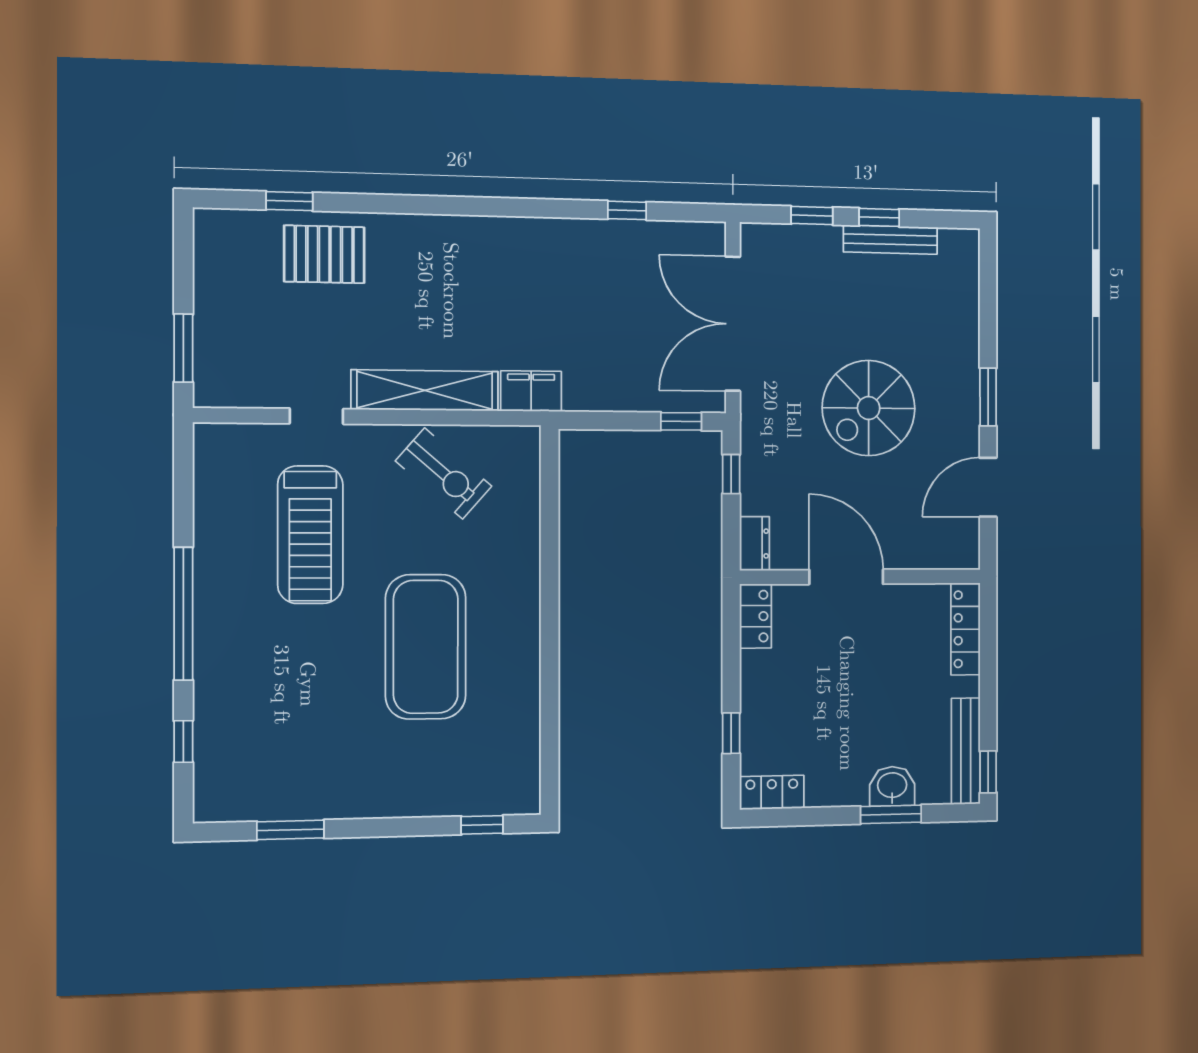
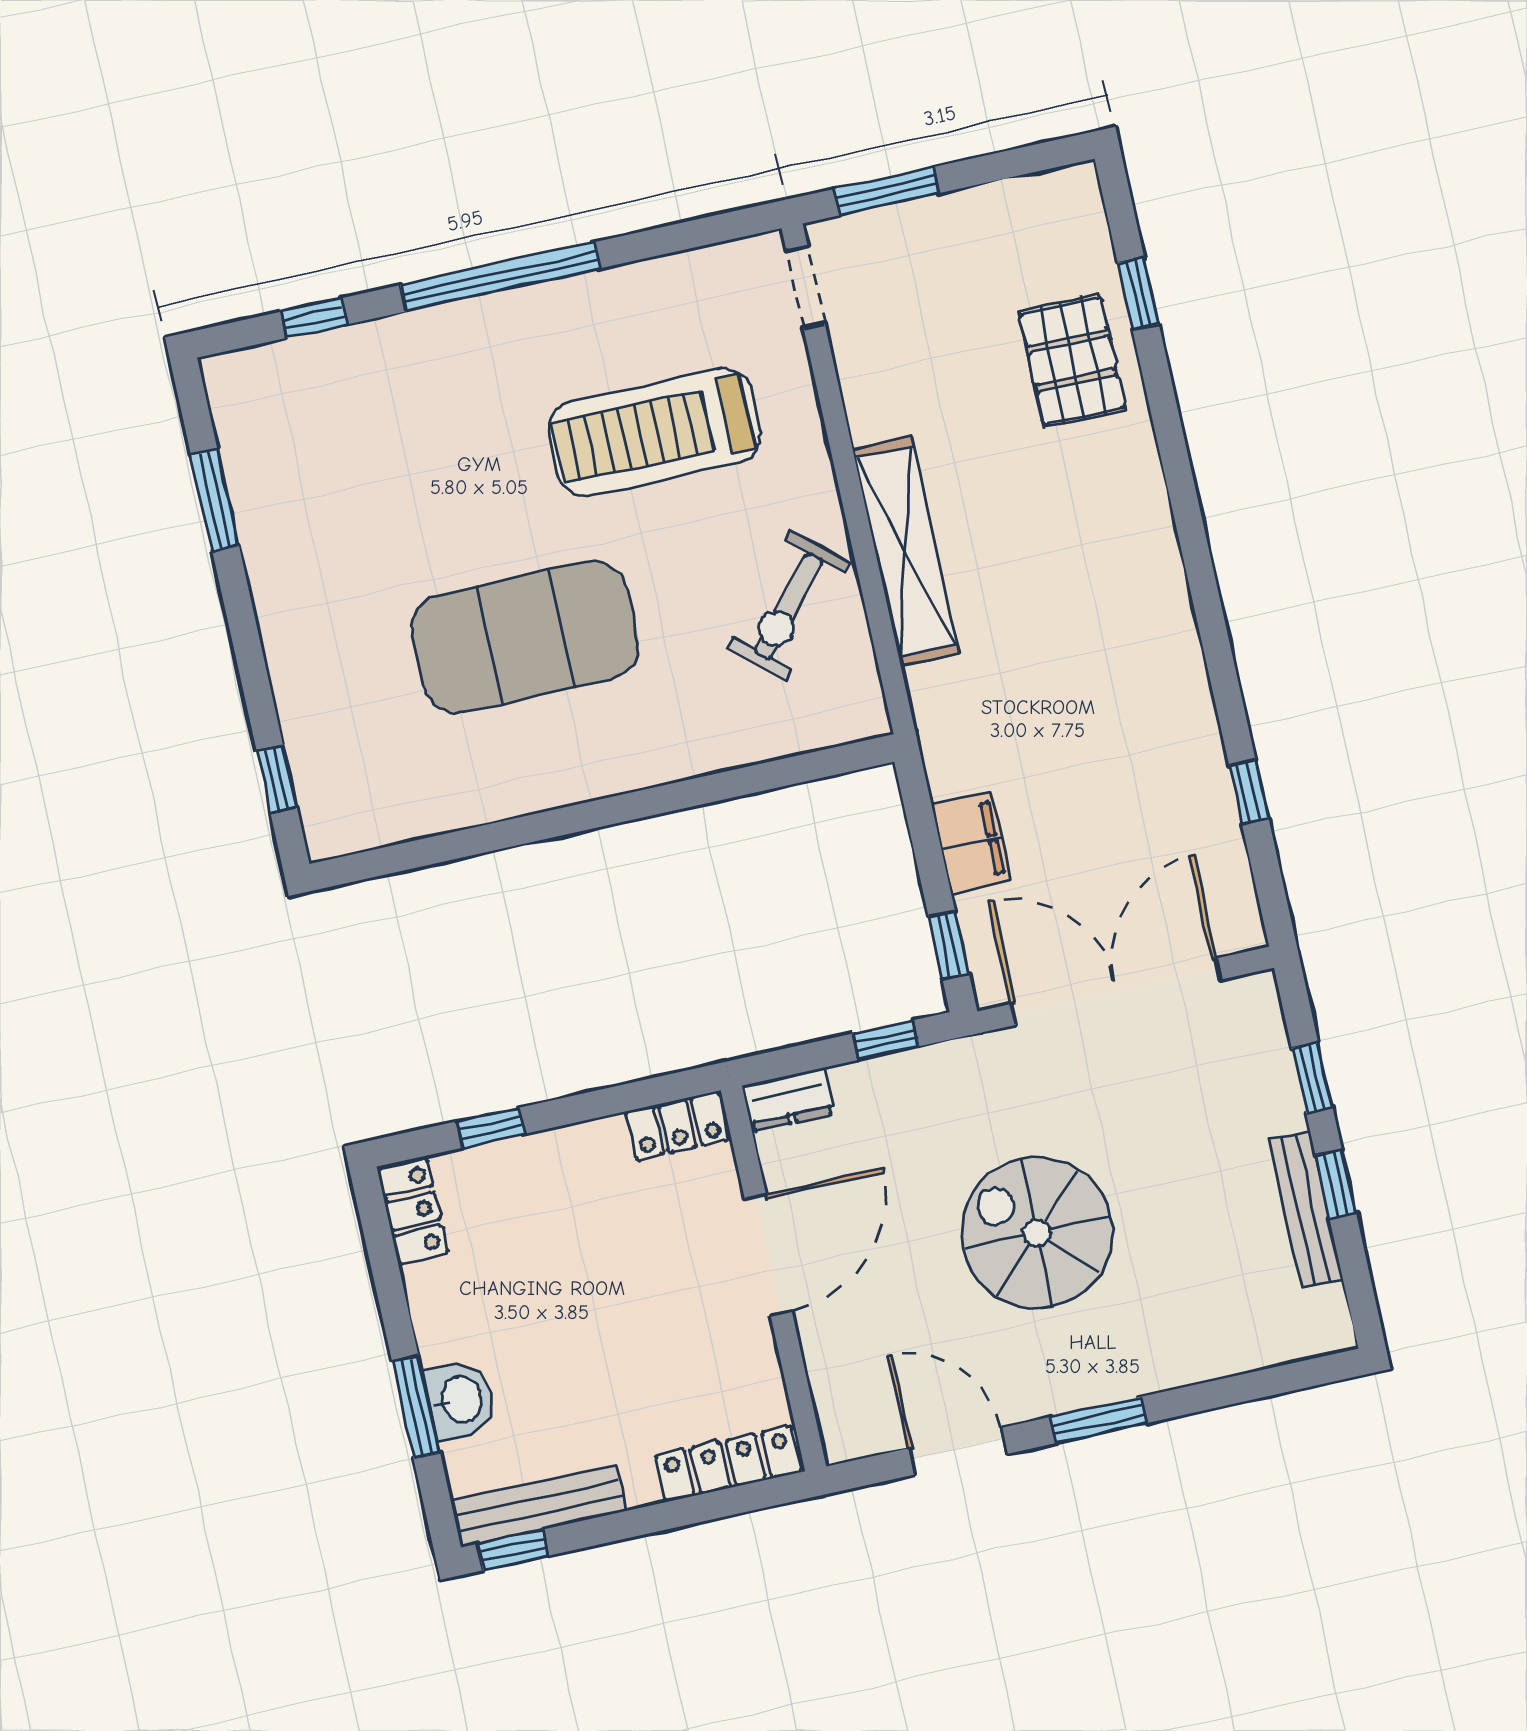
filing cabinet: (531, 391) -> (971, 843), moved
doorway: (316, 416) -> (806, 287), moved

